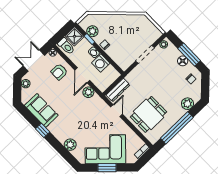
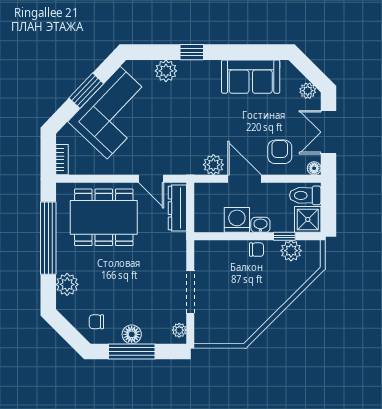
double door: (34, 61) -> (328, 132), swing flipped
dining table: (149, 114) -> (104, 217), width x1.37
window: (43, 130) -> (192, 52), moved

